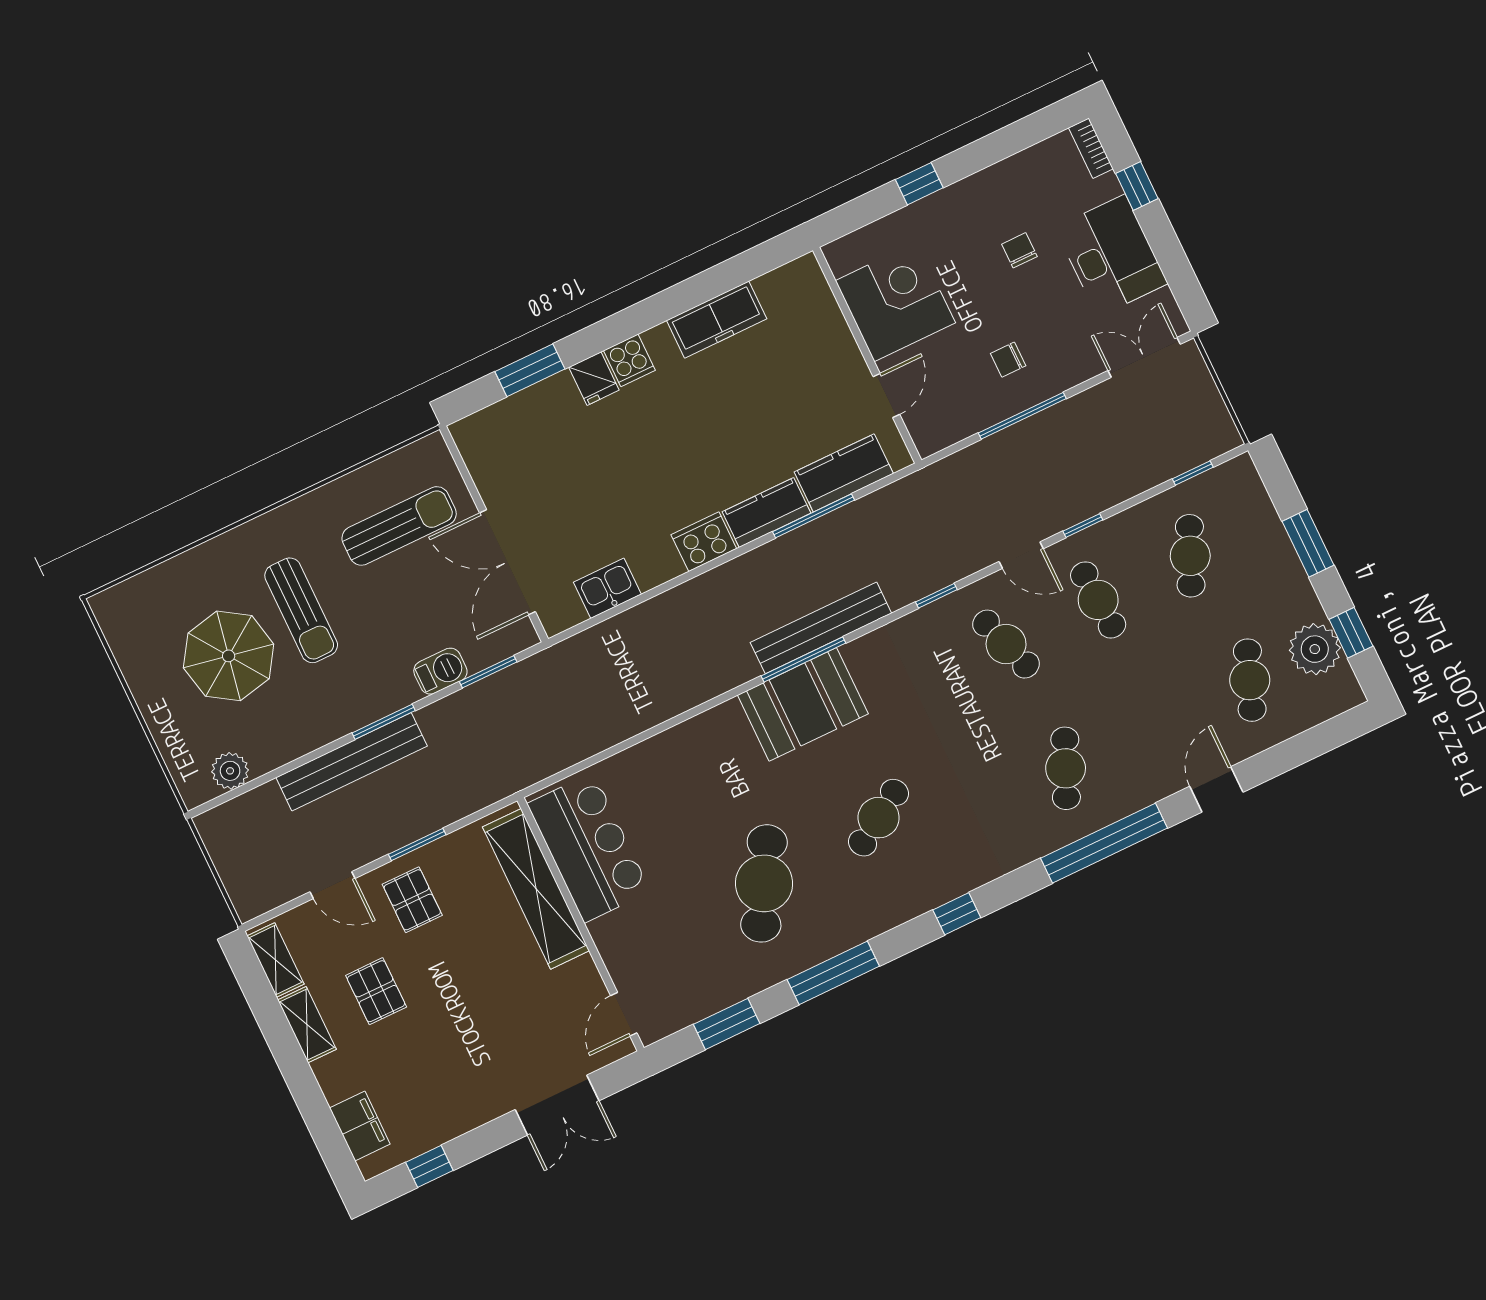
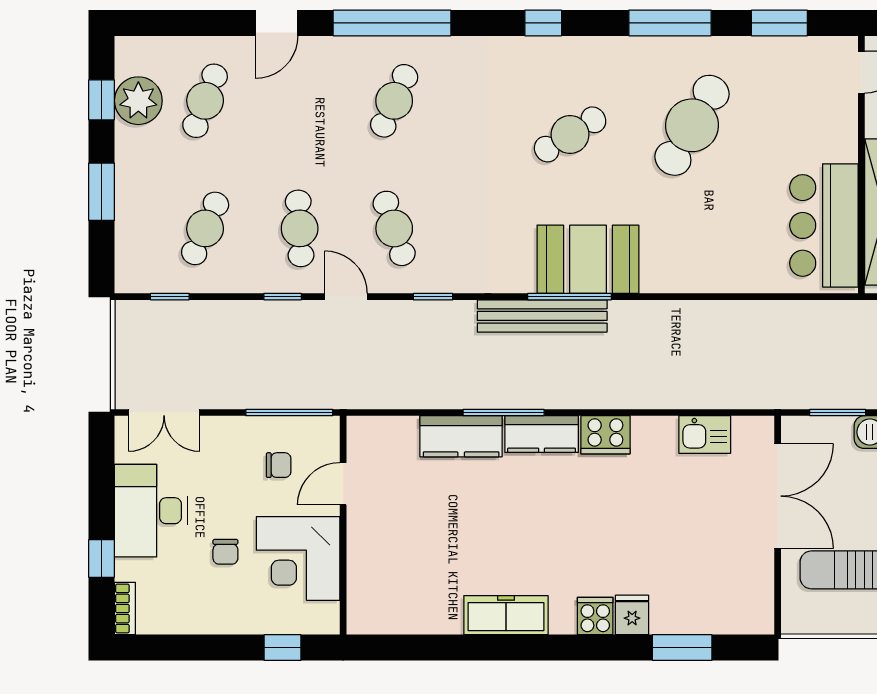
corner desk: (895, 302) -> (298, 558), moved
wall: (867, 355) -> (343, 525), moved
door: (886, 395) -> (343, 484), moved

